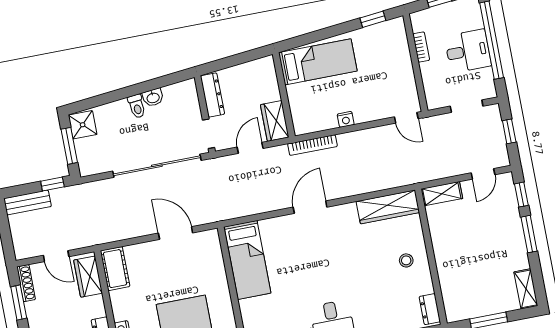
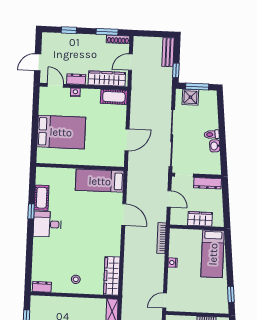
wardrobe: (275, 121) -> (200, 219), moved
shower: (83, 125) -> (190, 97), moved
door: (310, 207) -> (124, 215), moved
wardrobe: (88, 277) -> (107, 79), width x1.50

